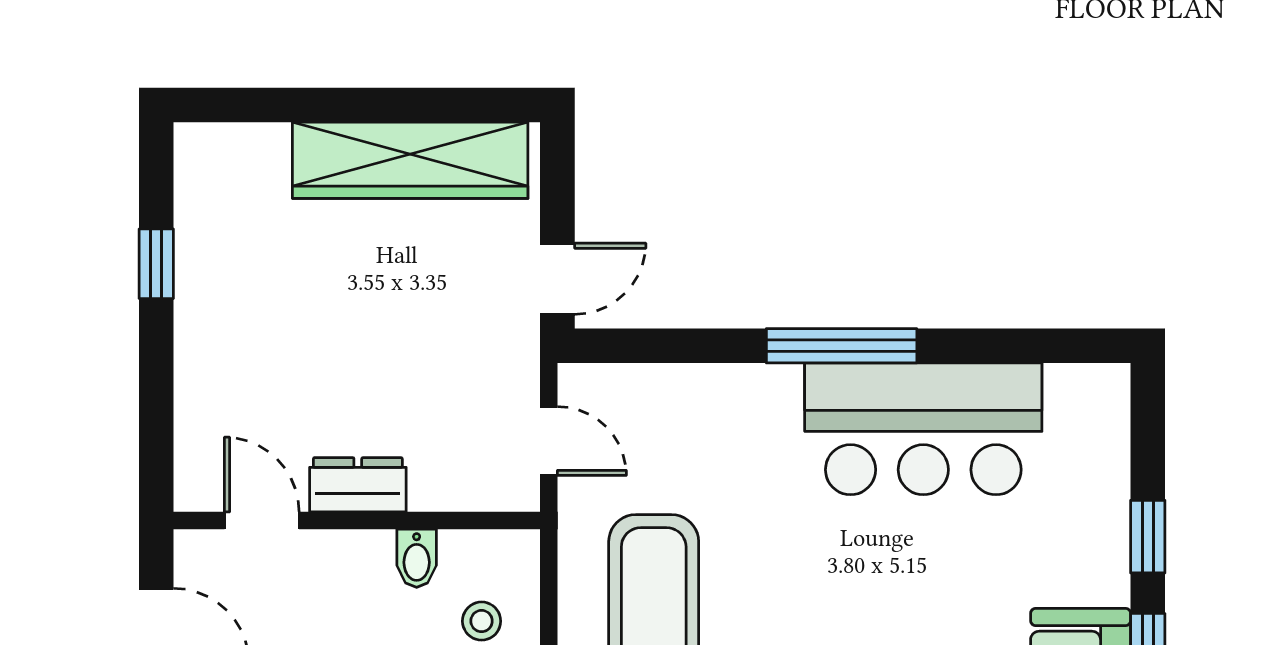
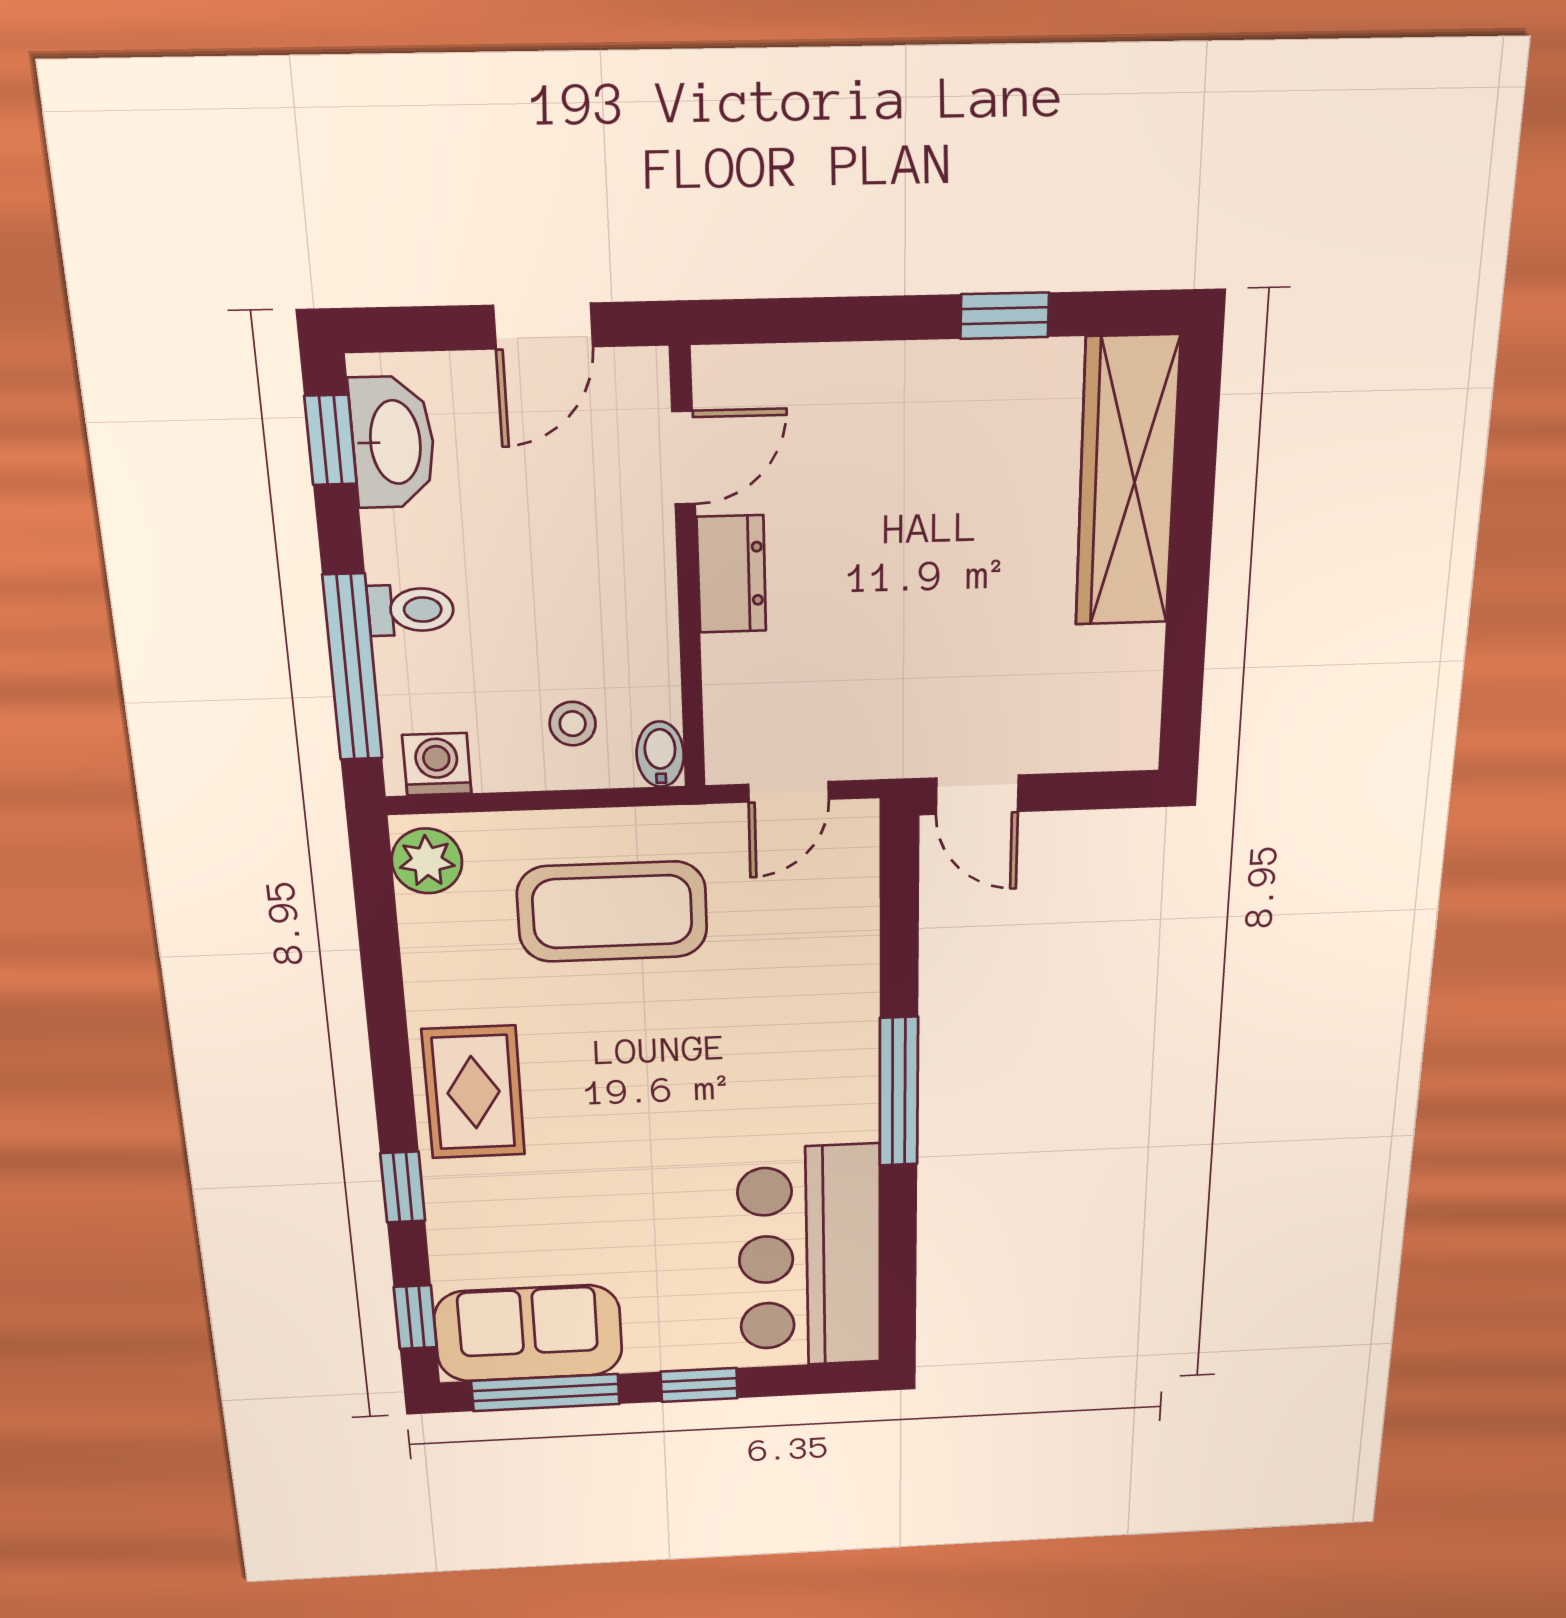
wardrobe: (410, 160) -> (1127, 482), moved
bar counter: (923, 429) -> (810, 1258), moved
bidet: (417, 558) -> (660, 754), moved, turned 90

